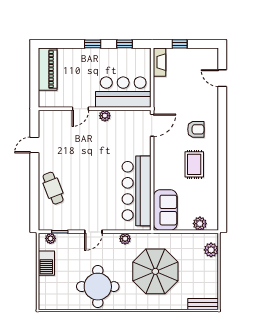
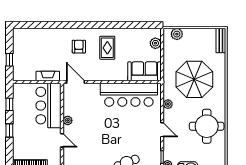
fireplace: (160, 62) -> (48, 76), moved
door: (222, 78) -> (37, 25), removed
rug: (194, 164) -> (107, 48), turned 90

